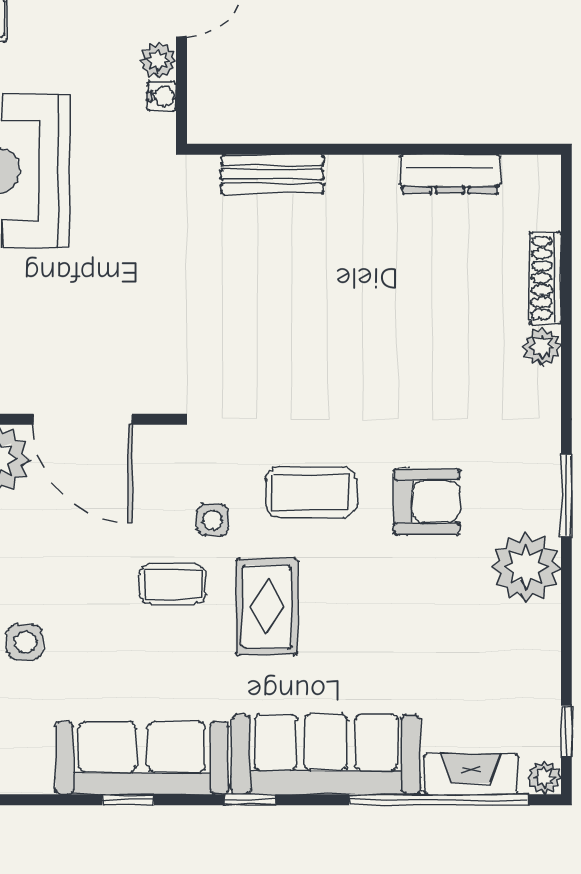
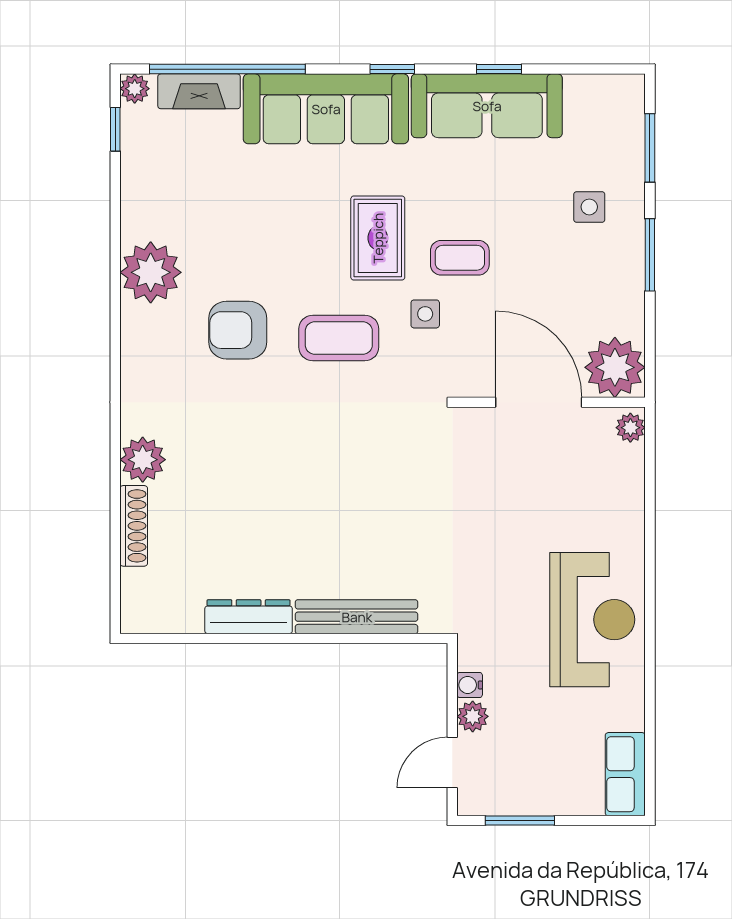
bench: (272, 174) -> (357, 617), width x1.36
dresser: (450, 174) -> (249, 617), moved
plant: (542, 347) -> (143, 460), width x1.38, depth x1.38
window: (566, 495) -> (115, 336), removed

